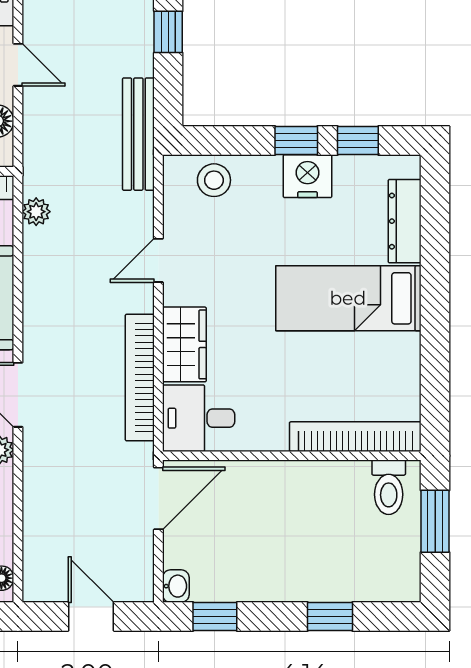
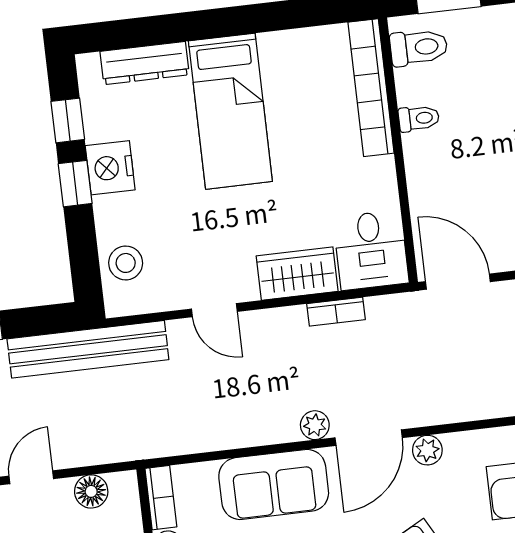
bench: (138, 134) -> (88, 349), width x1.37, depth x1.21
plant: (36, 212) -> (315, 425), moved
bookcase: (140, 378) -> (336, 312), width x0.43, depth x0.76
toilet: (320, 479) -> (419, 118), added

